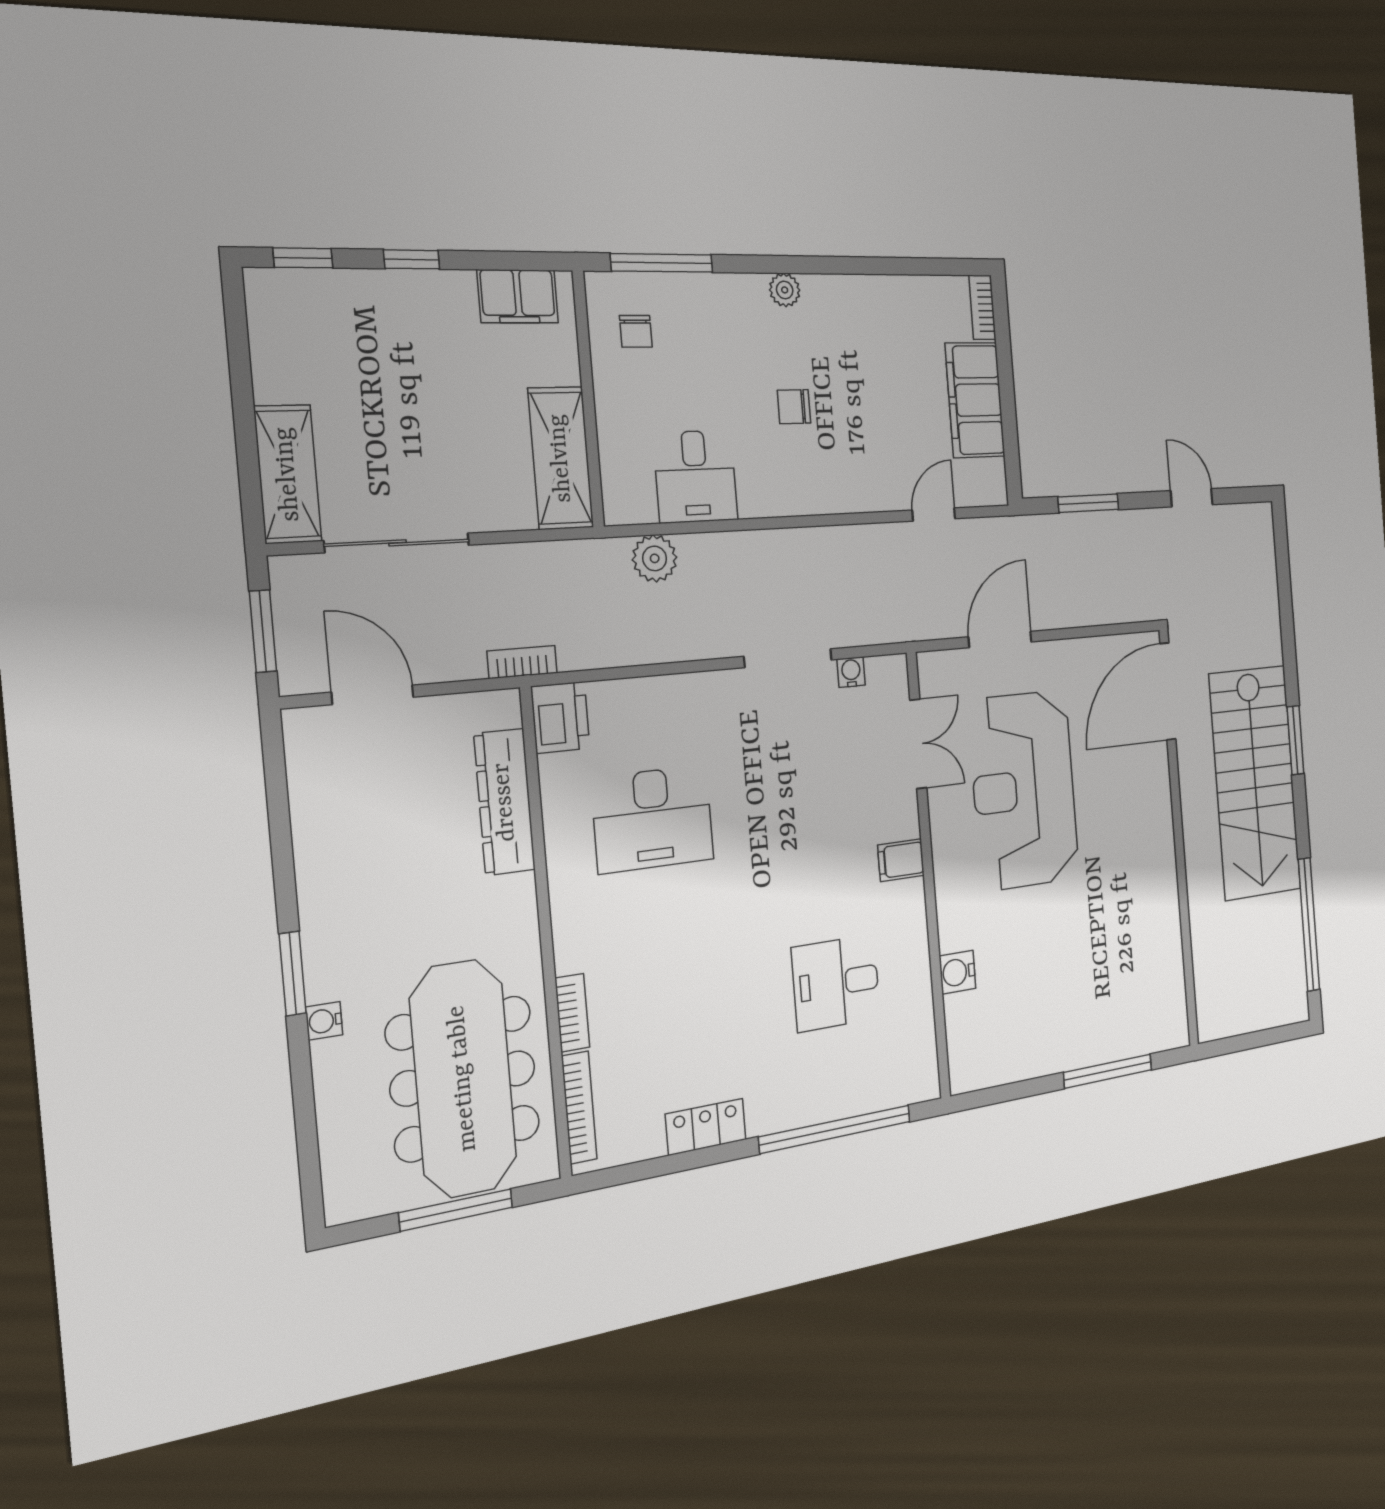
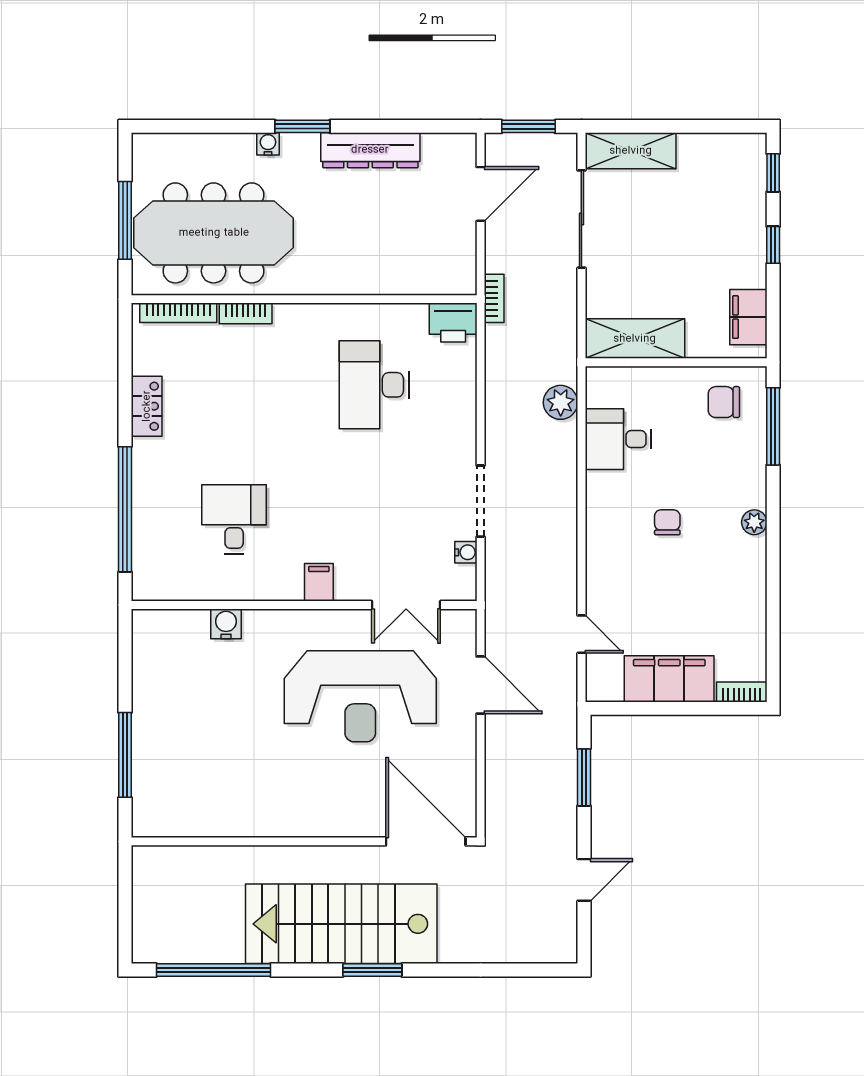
chair: (636, 331) -> (724, 402), width x1.37, depth x1.37
reception desk: (1024, 790) -> (360, 696), turned 180
dresser: (505, 802) -> (370, 150), moved, turned 180

